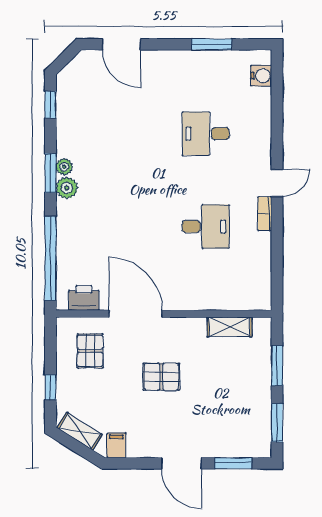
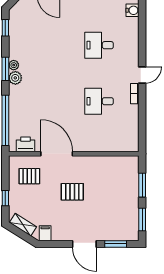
desk: (206, 227) -> (99, 101), turned 180
shelving: (229, 327) -> (113, 162), removed
pallet: (90, 351) -> (29, 176), turned 90

